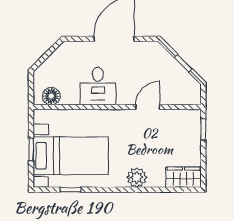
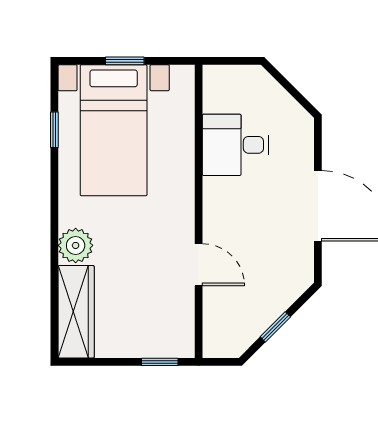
desk: (98, 86) -> (236, 145), moved
floor lamp: (51, 96) -> (218, 96), removed
wardrobe: (183, 177) -> (76, 312), width x1.50

